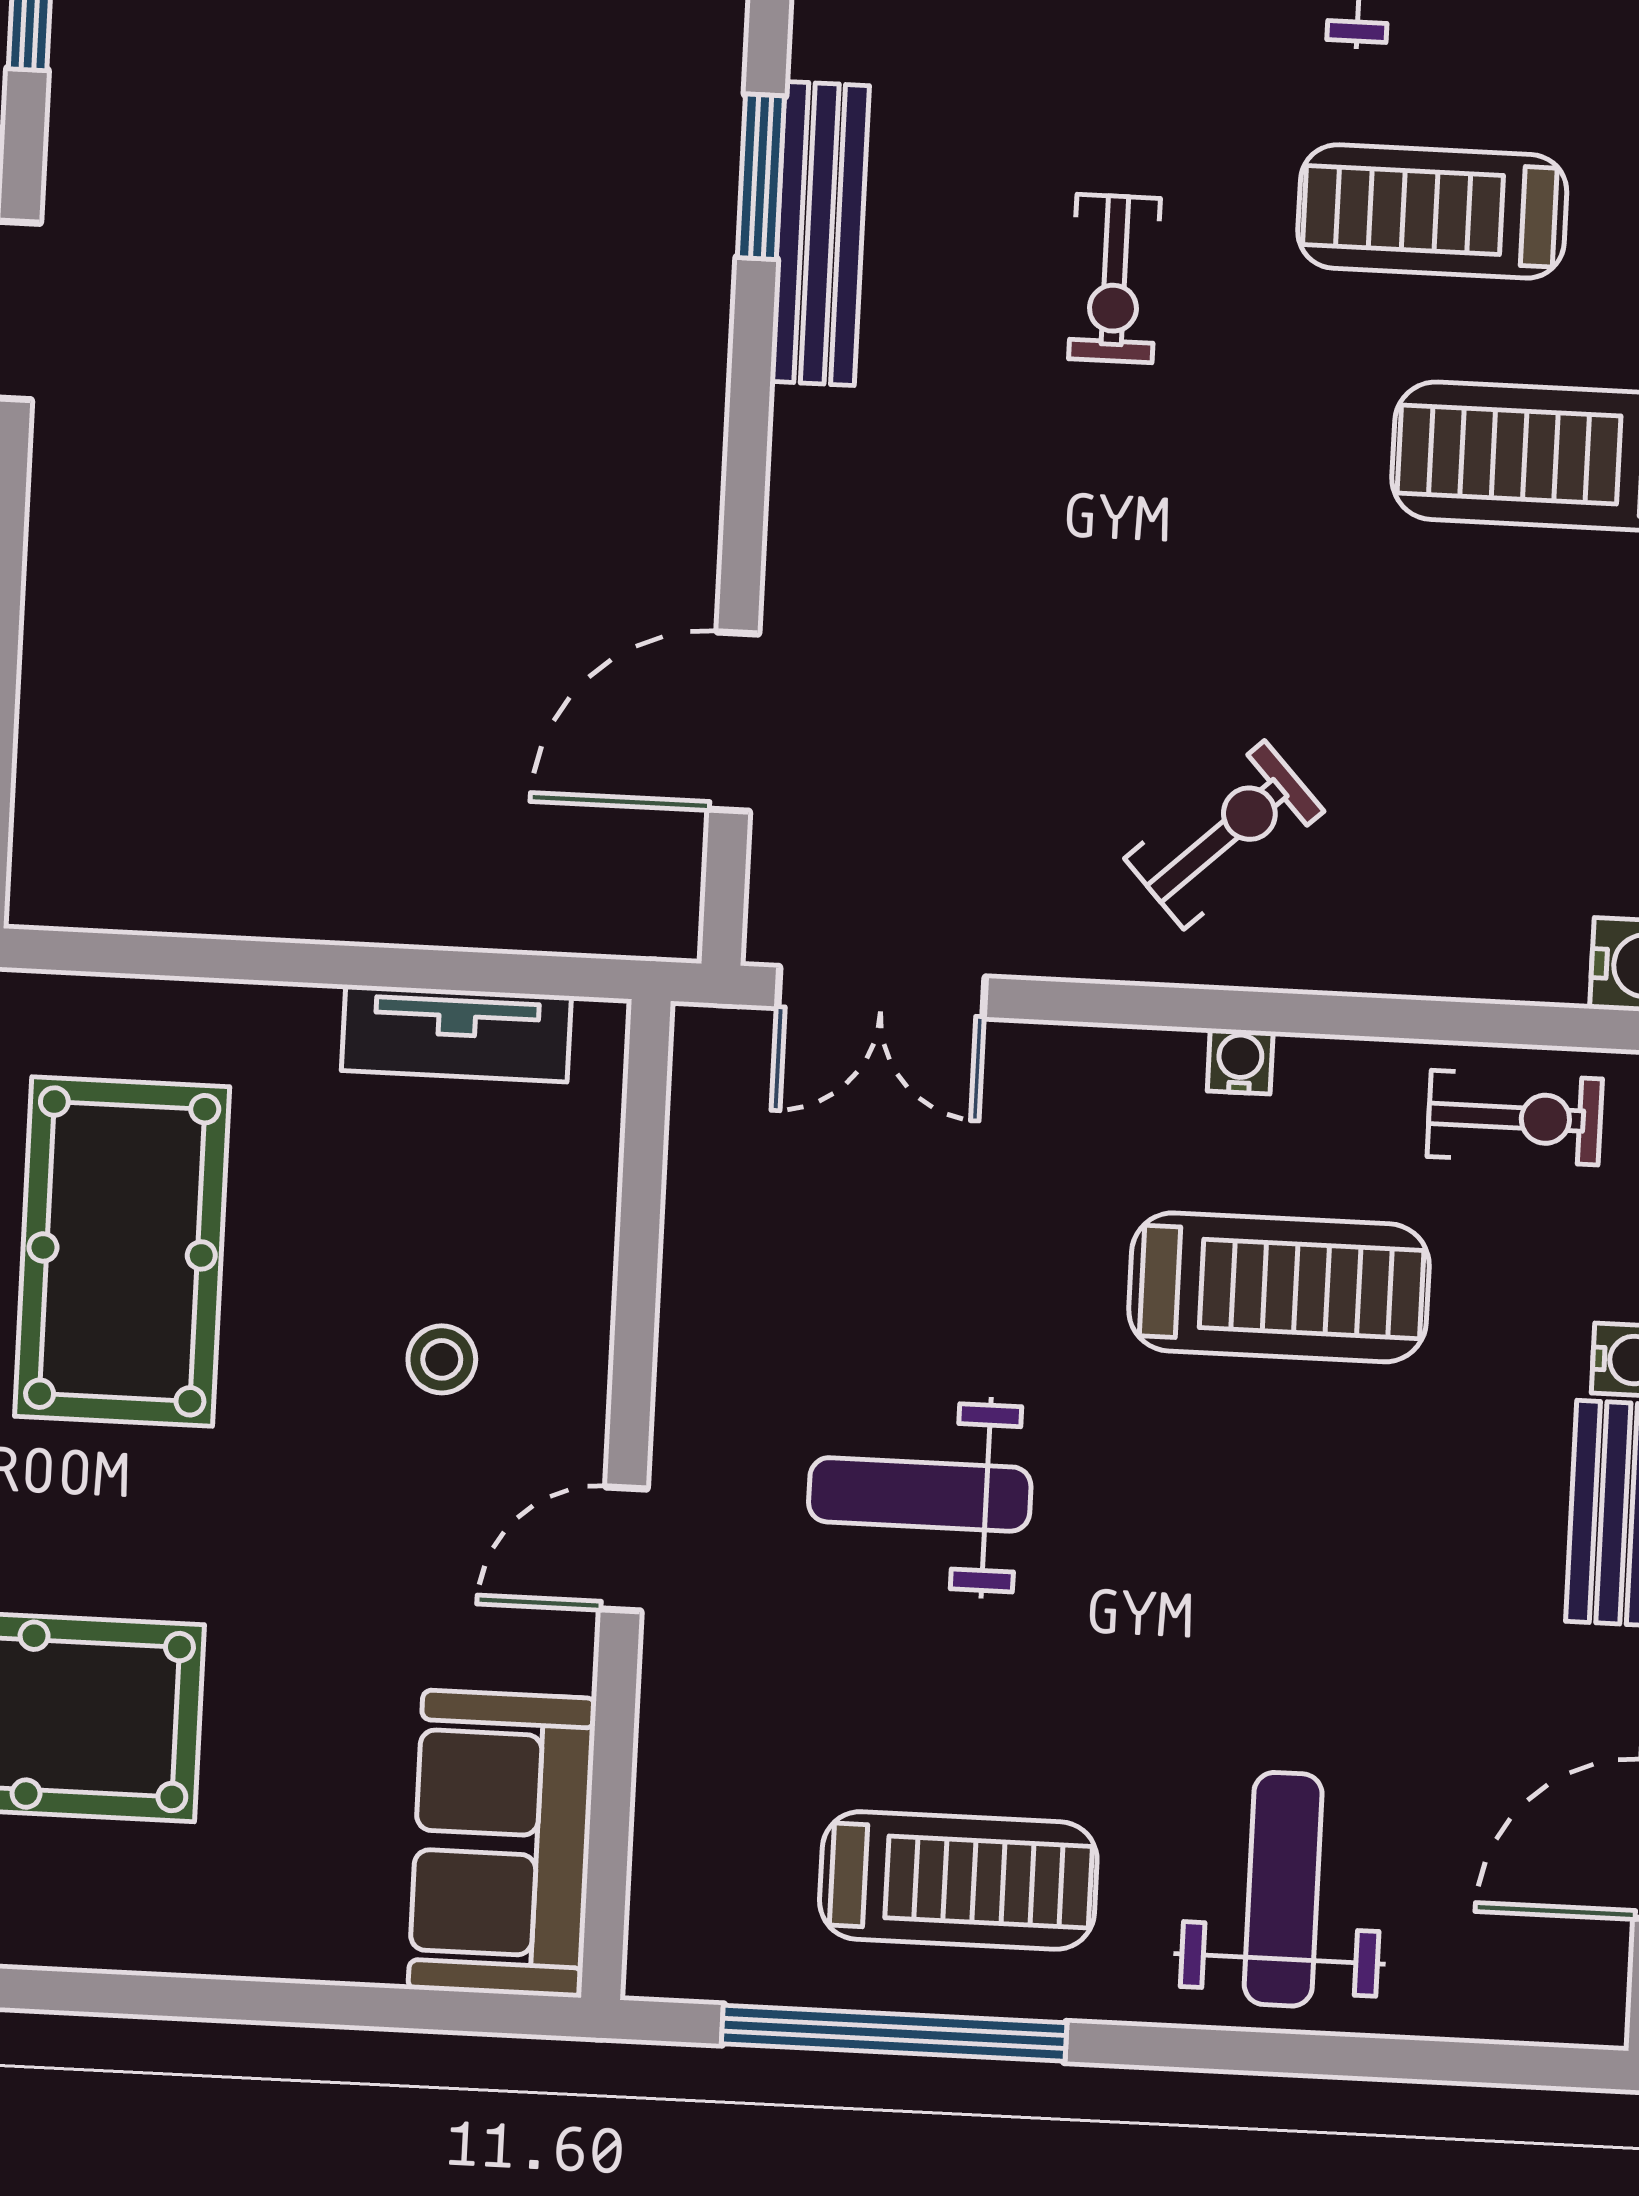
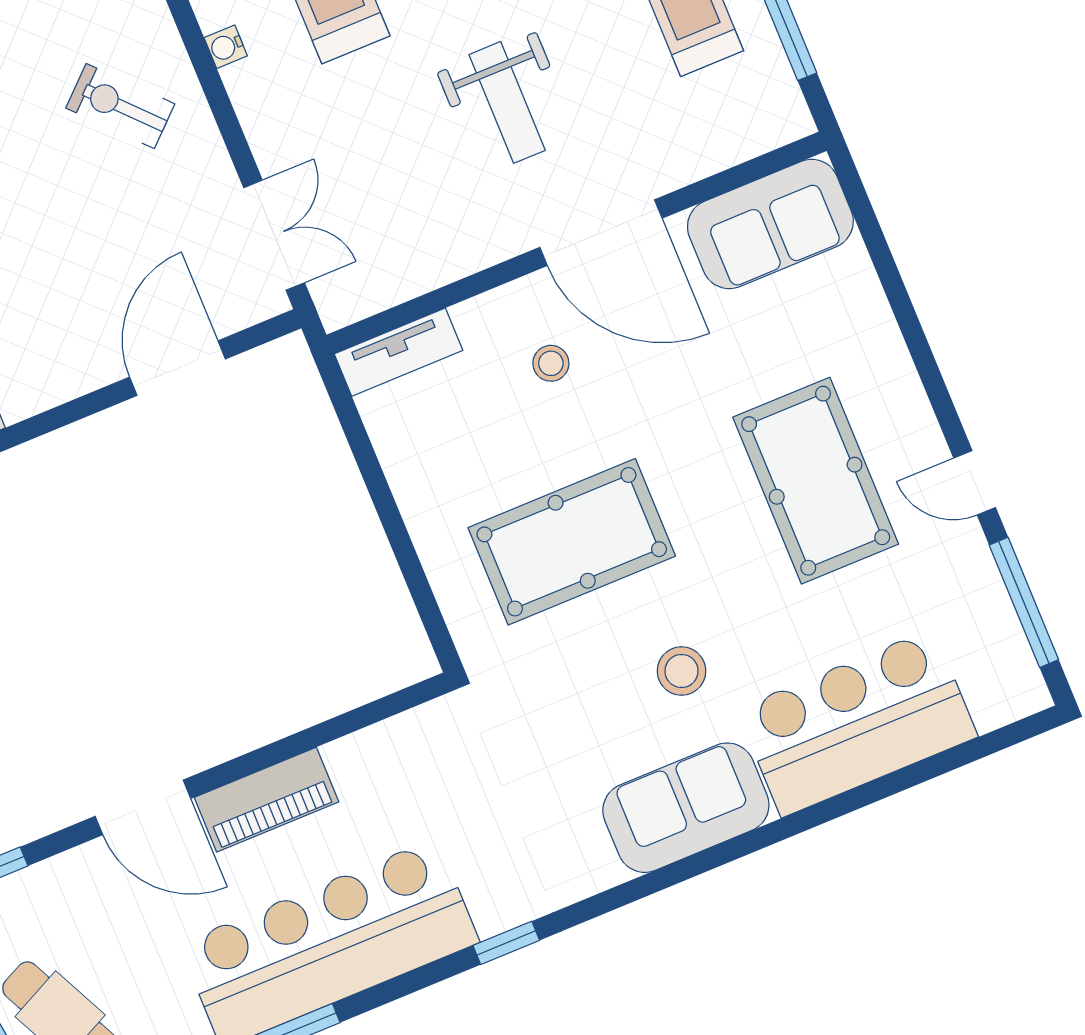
door: (733, 722) -> (177, 368), swing flipped
tv unit: (456, 1033) -> (399, 352), moved, turned 90
door: (623, 1549) -> (601, 233), width x1.88

